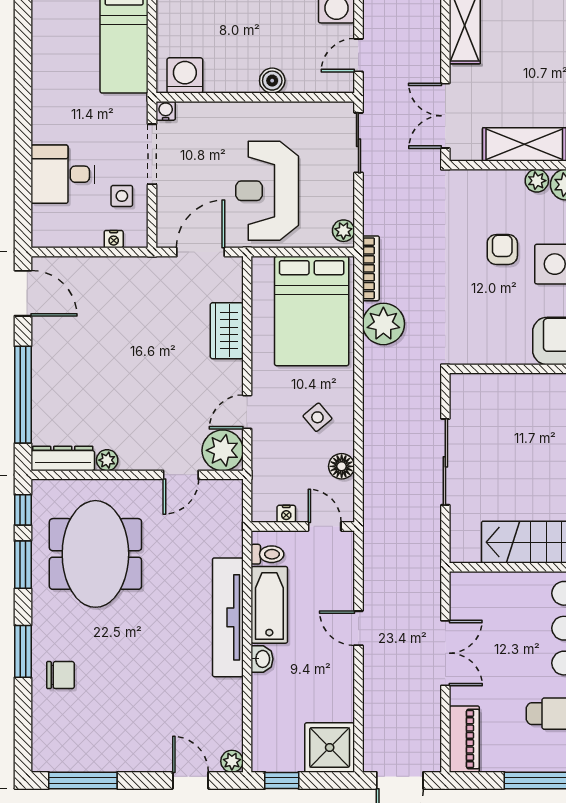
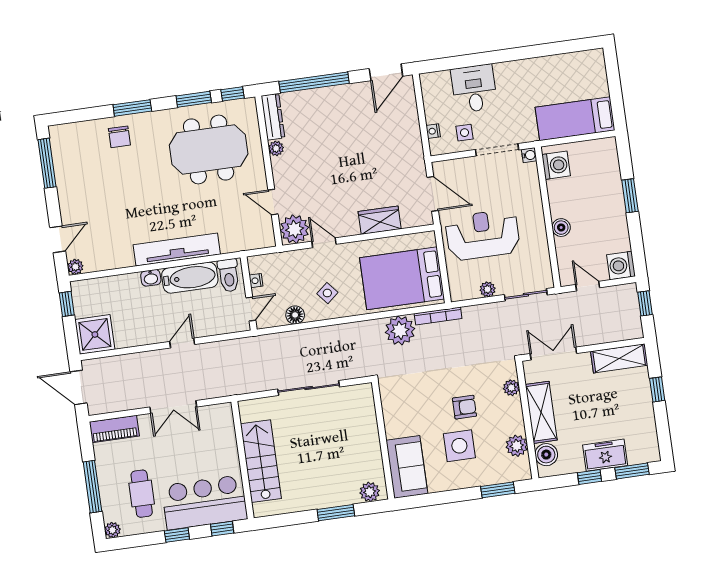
plant: (537, 181) -> (511, 388), moved
plant: (343, 231) -> (488, 289), moved
toilet: (267, 554) -> (229, 275), width x1.37, depth x1.39

